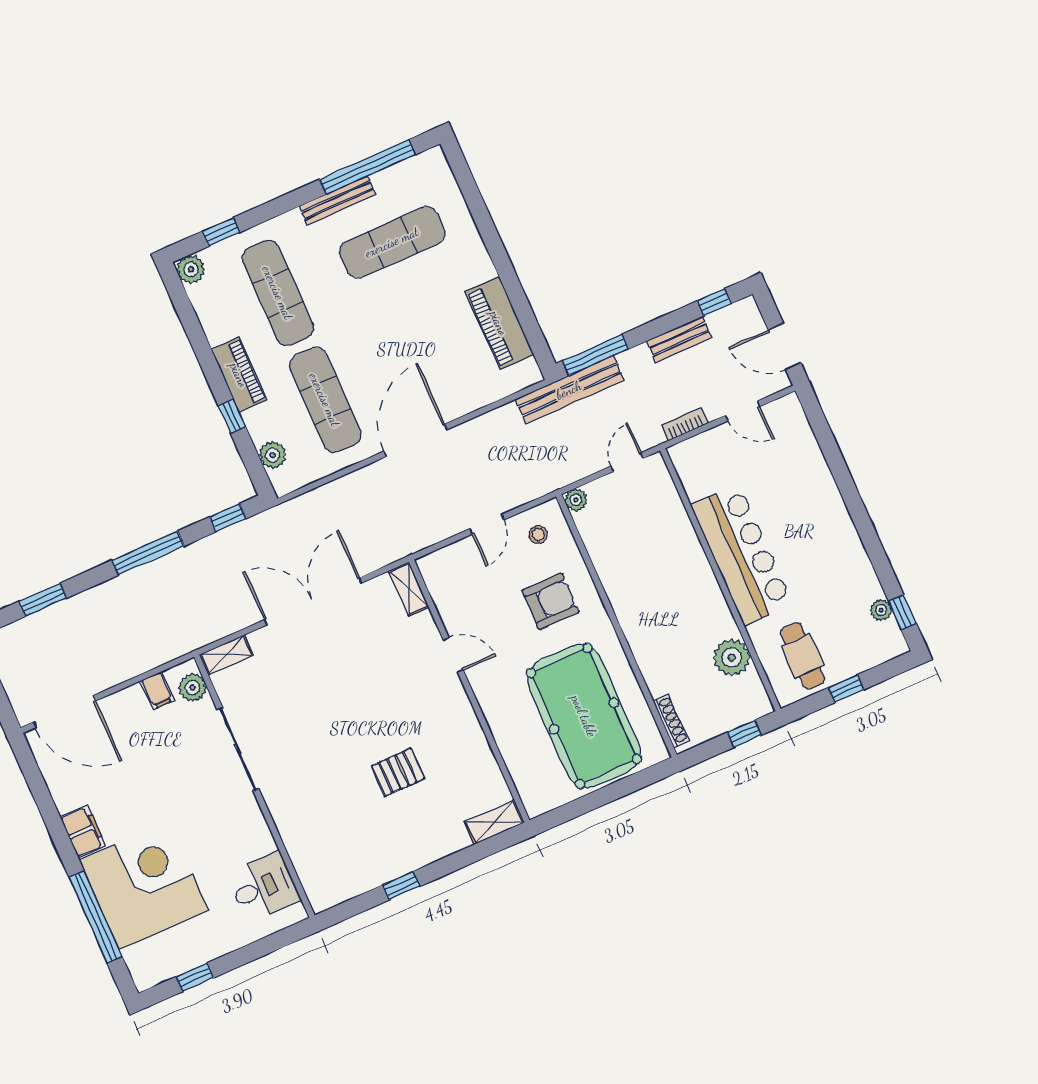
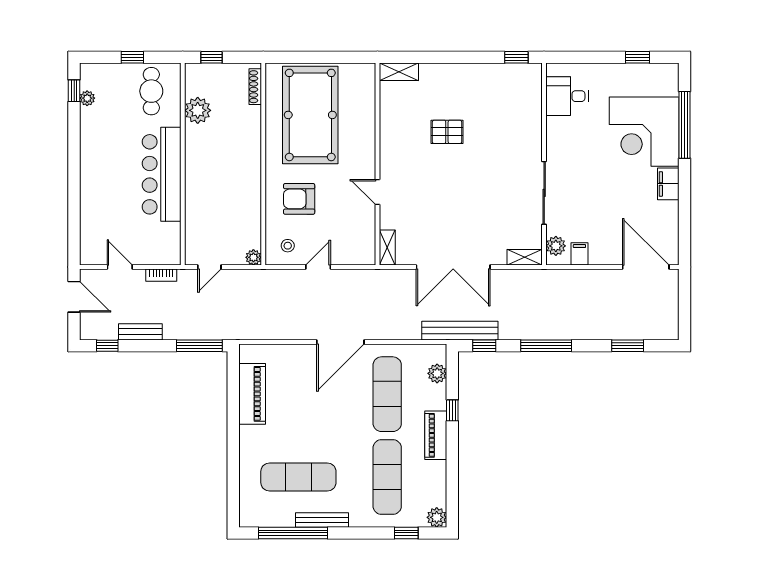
bench: (569, 390) -> (460, 331), moved
window: (401, 886) -> (516, 57), moved

